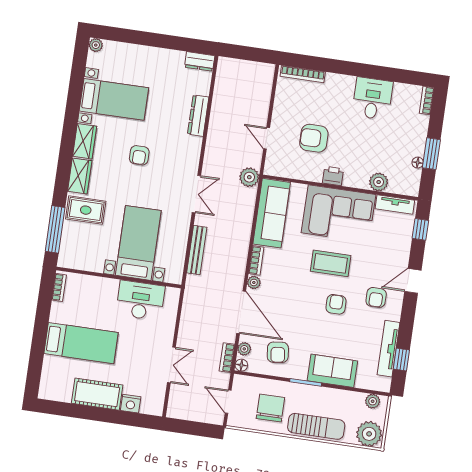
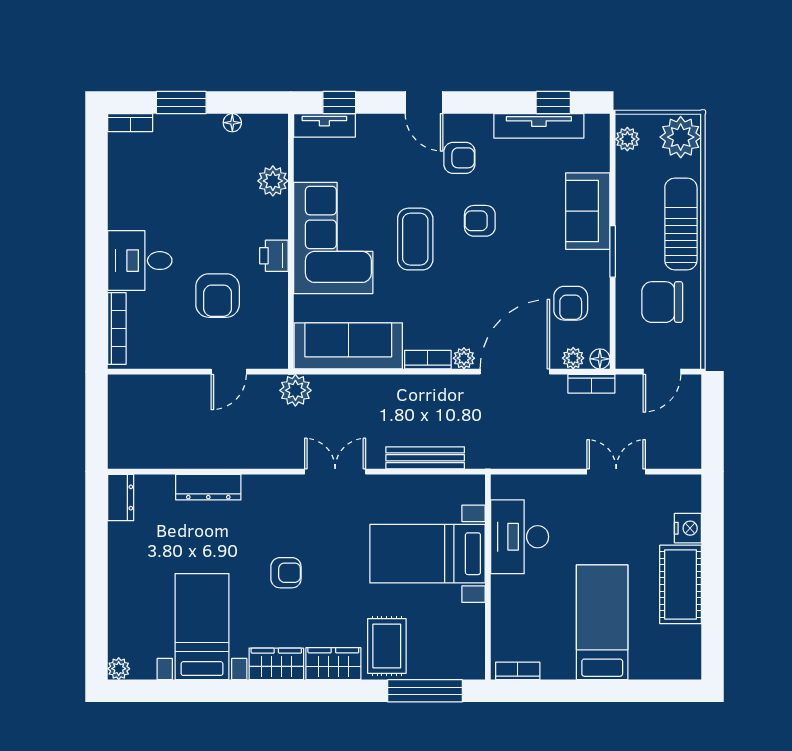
desk: (372, 98) -> (140, 261), moved
window: (431, 154) -> (181, 102), moved
tv unit: (395, 205) -> (324, 125), moved, turned 90
armchair: (278, 352) -> (571, 303), turned 97

